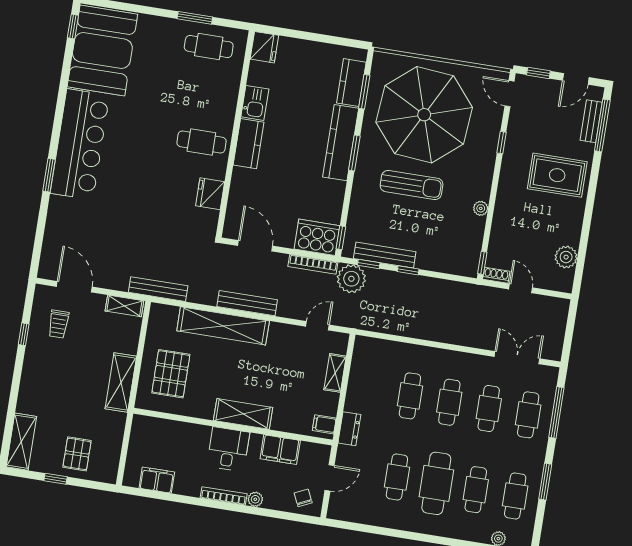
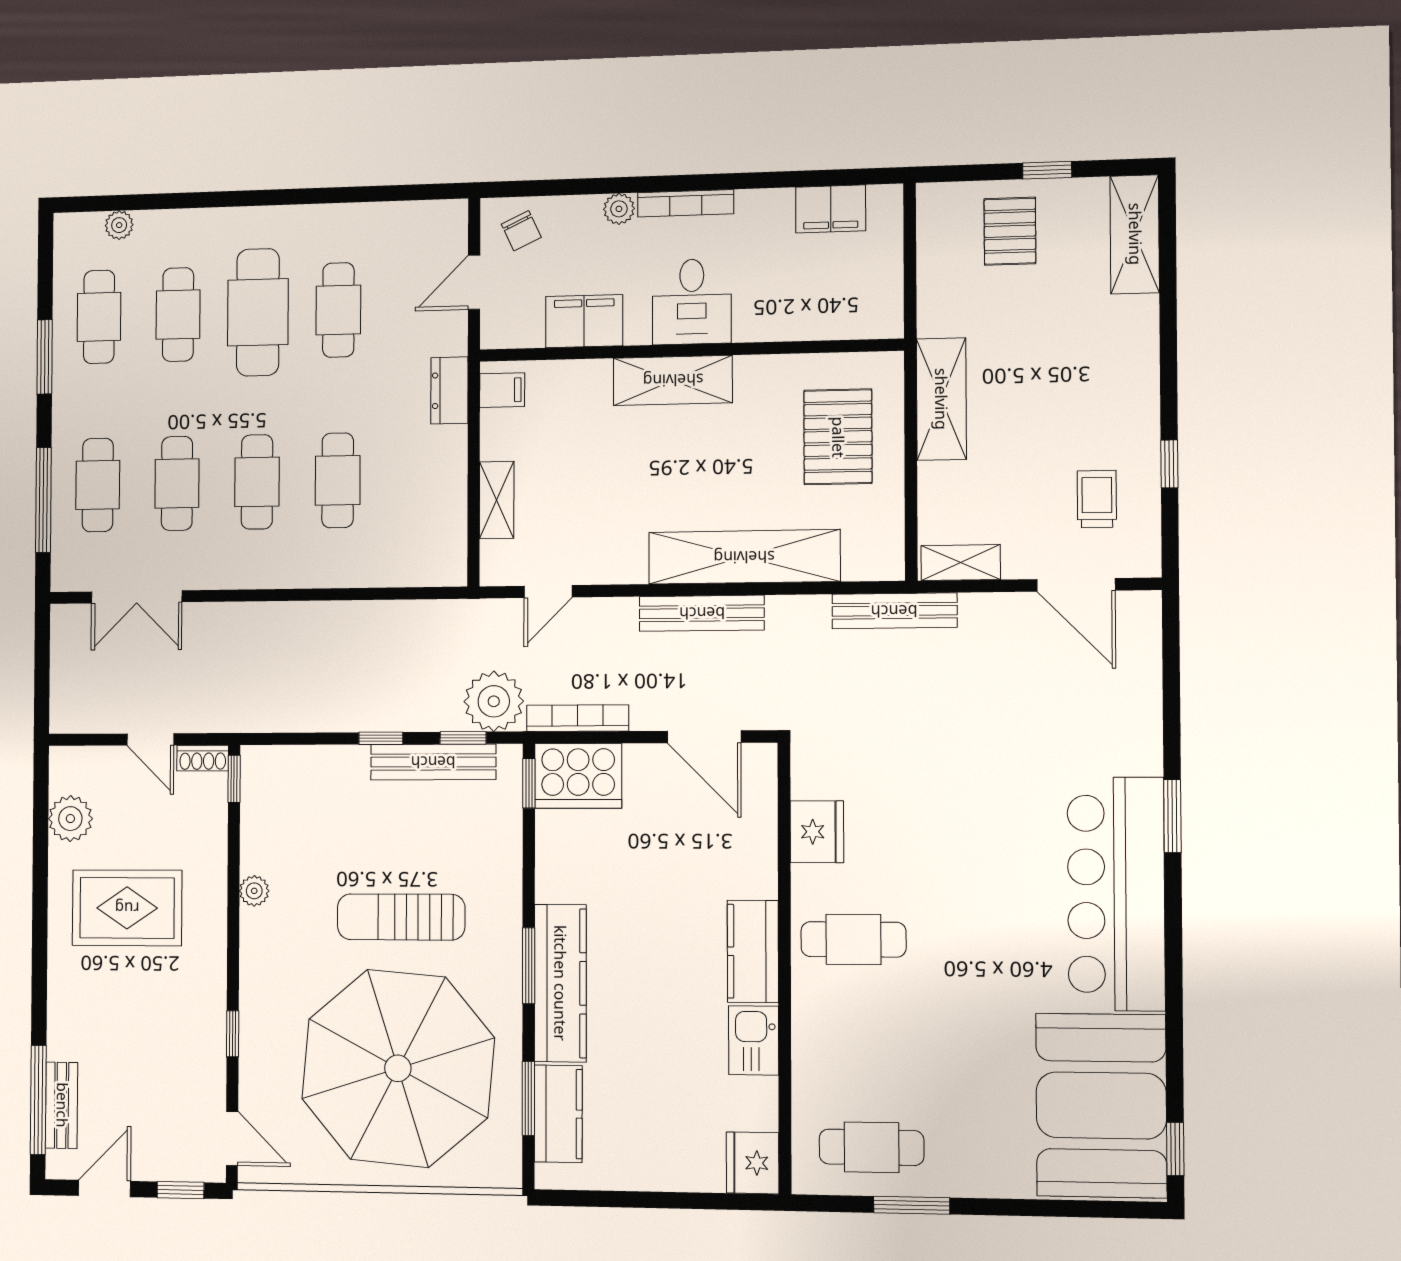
rug: (557, 175) -> (127, 908), moved

